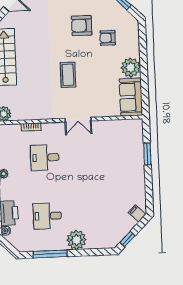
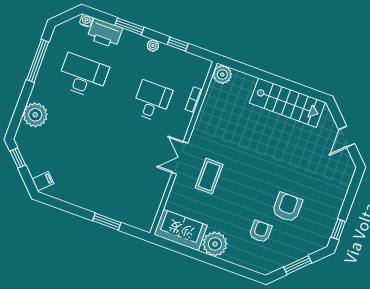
coffee table: (68, 75) -> (209, 176), moved, turned 90
desk: (47, 216) -> (83, 76), width x1.37
plant: (76, 240) -> (35, 115), moved

